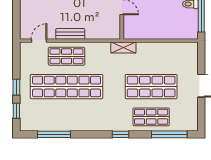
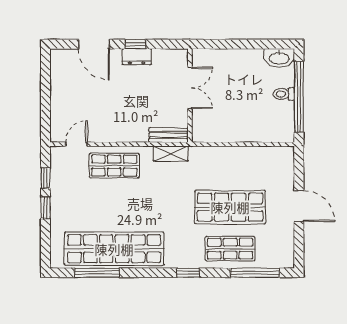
bench: (70, 34) -> (168, 135), moved
shelving: (123, 48) -> (171, 154), moved
shop shelf: (67, 87) -> (114, 249), moved
window: (16, 111) -> (45, 178), moved

